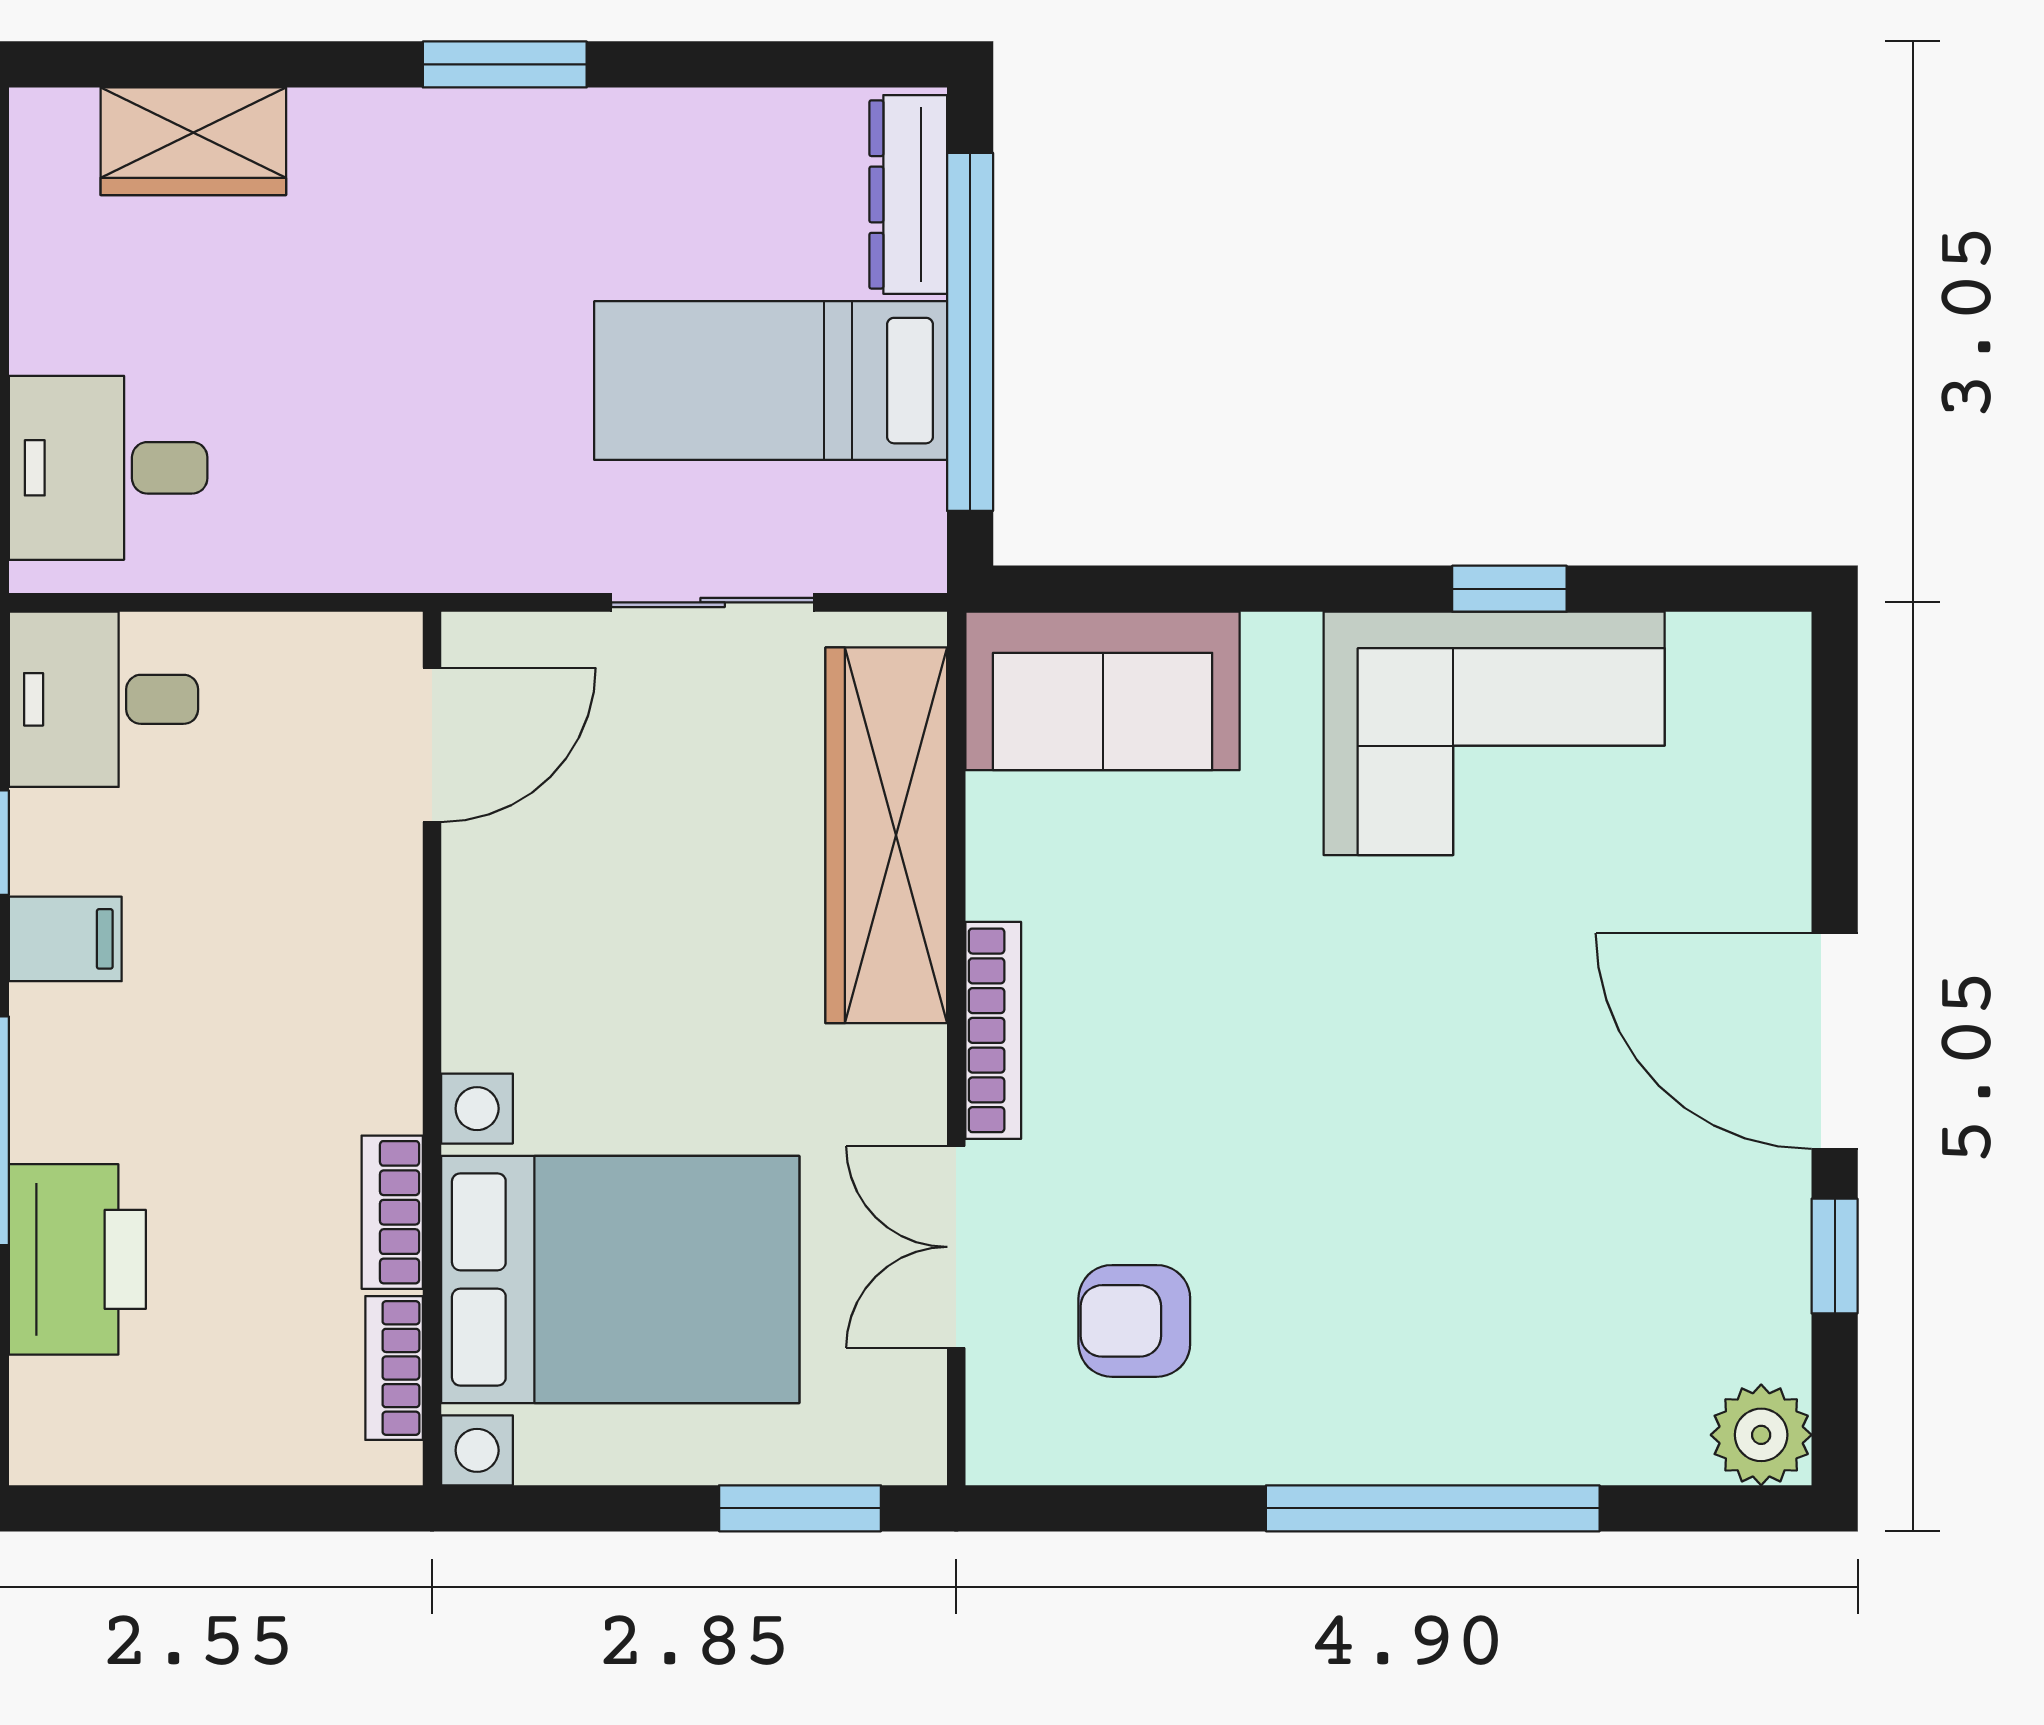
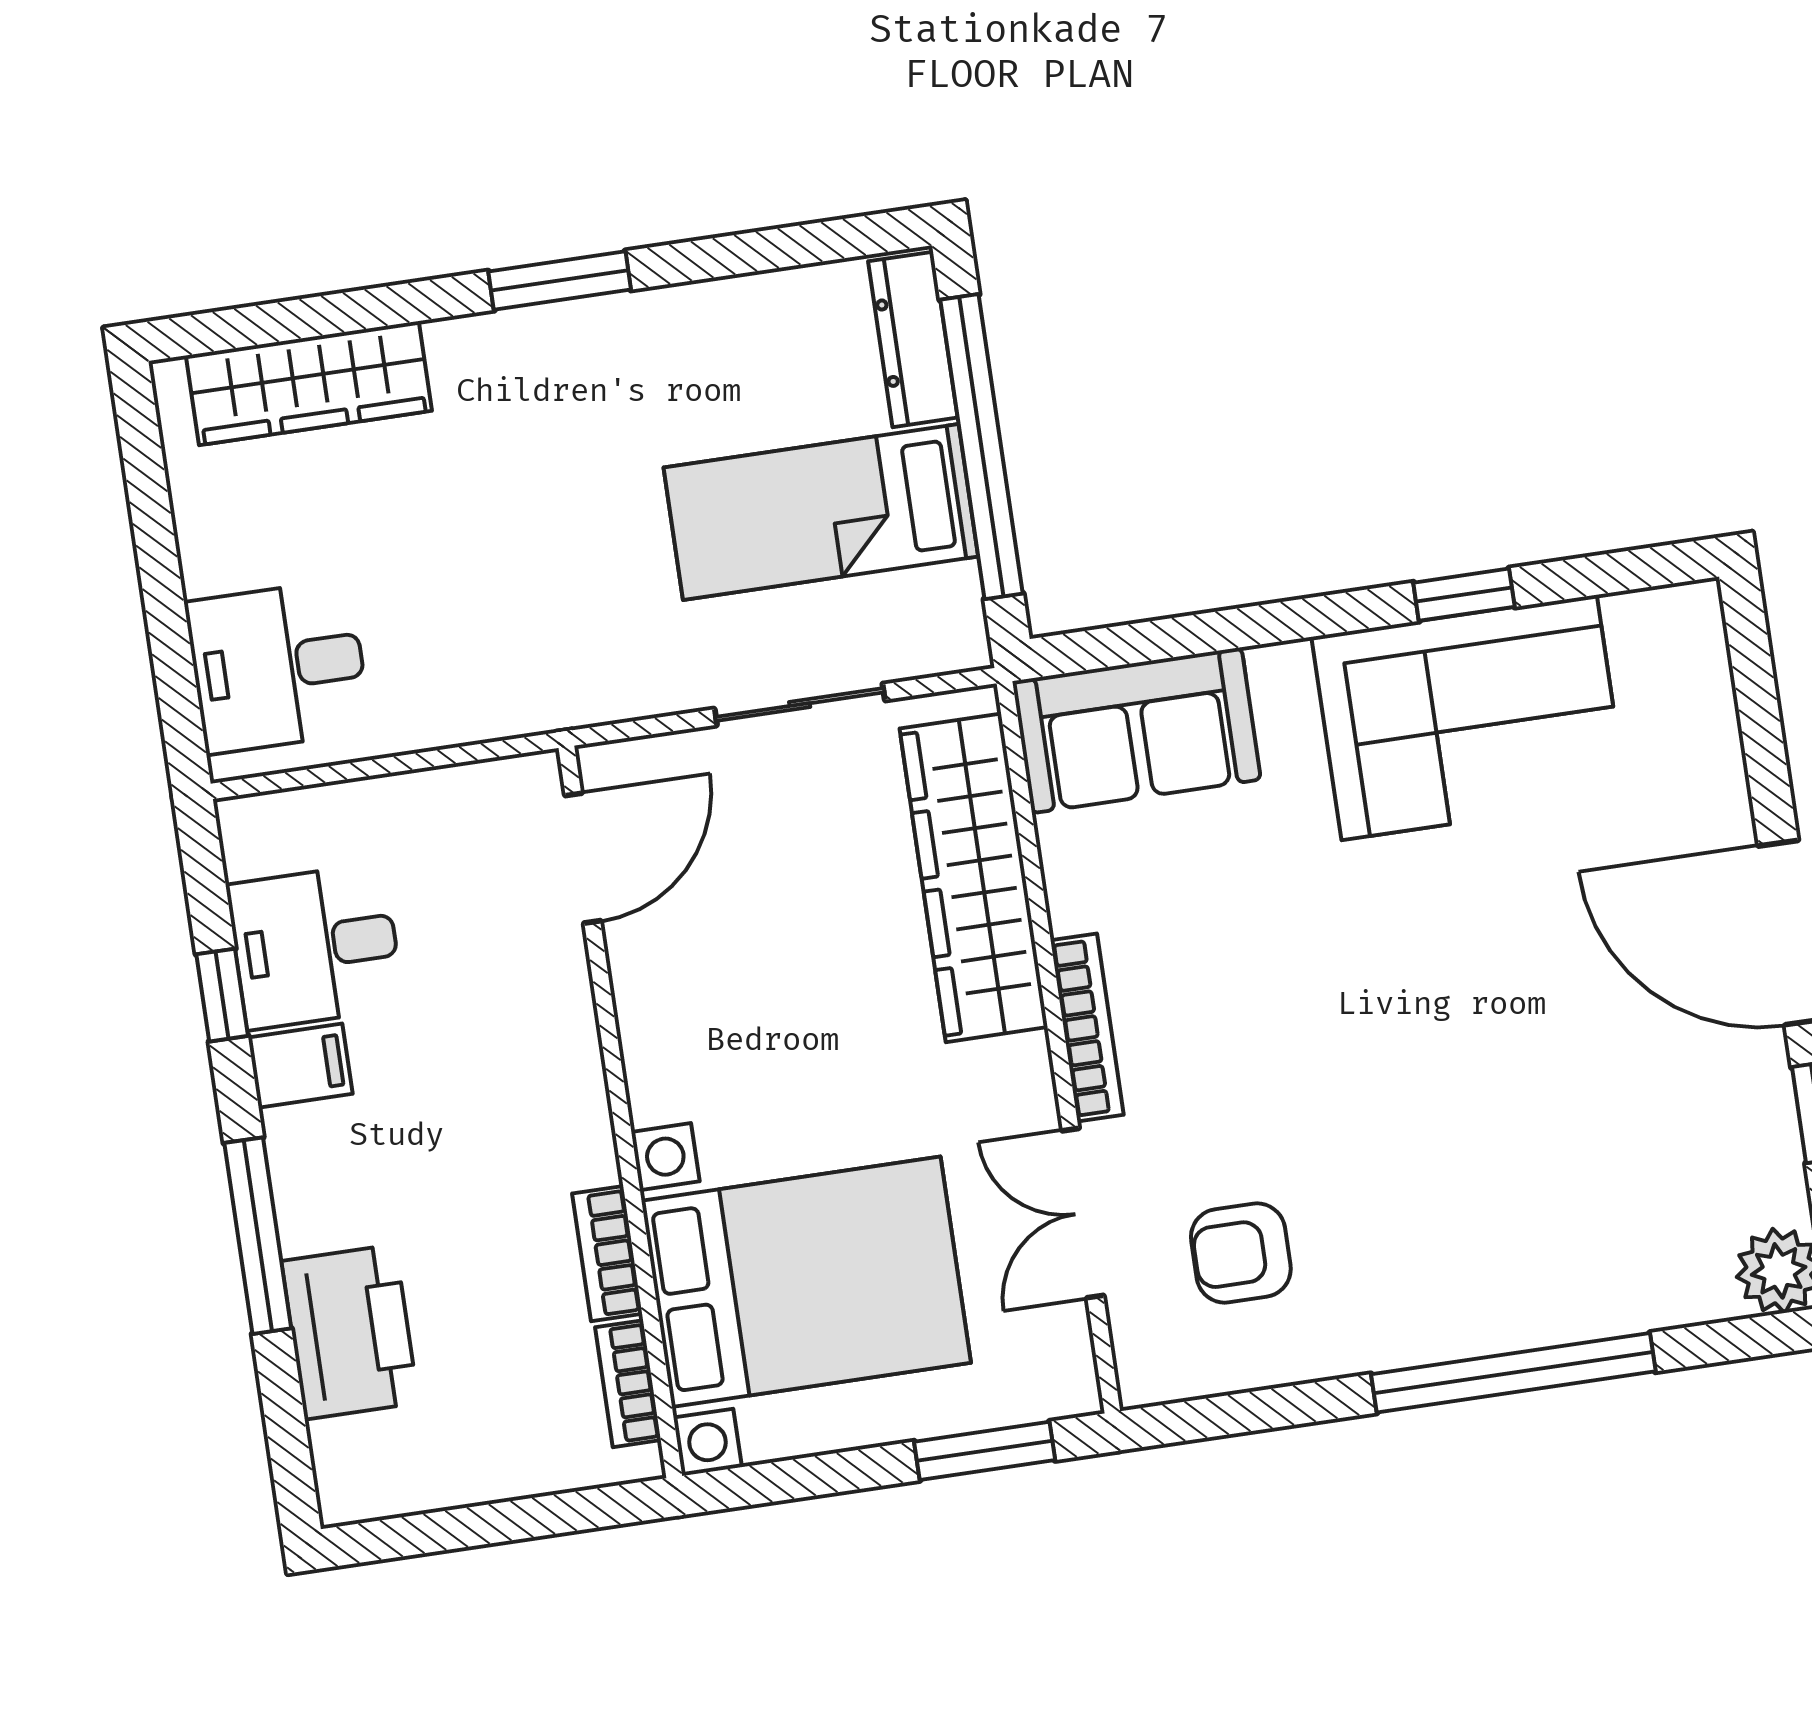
wardrobe: (193, 141) -> (309, 383), width x1.50
desk: (104, 699) -> (315, 946), moved

